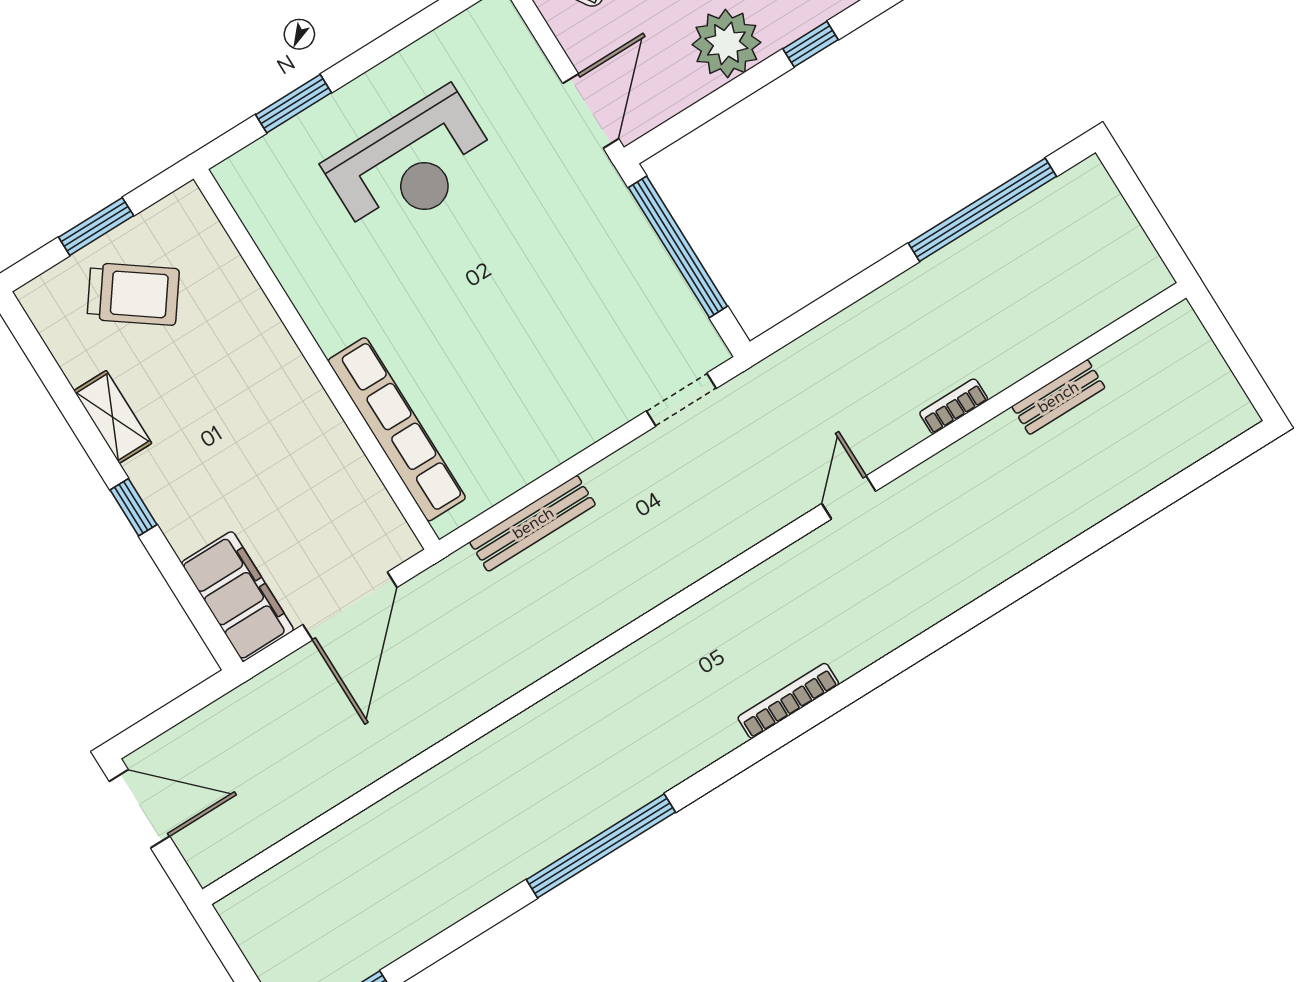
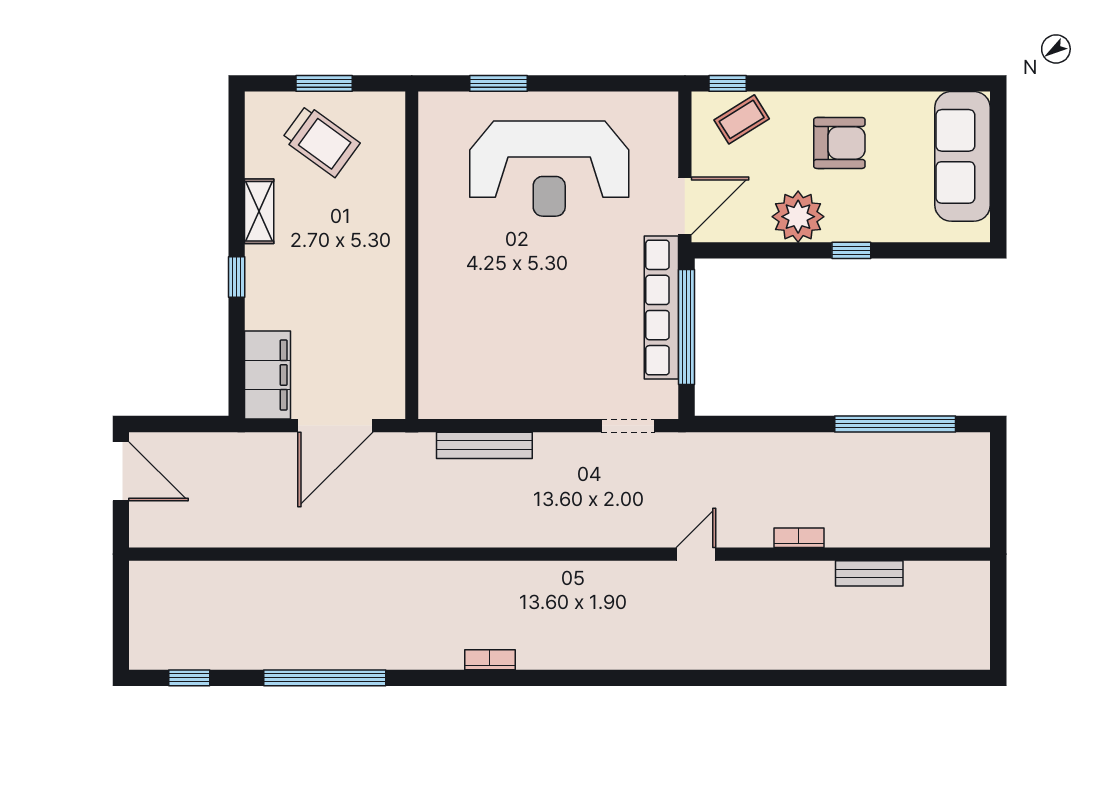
reception desk: (411, 164) -> (549, 169), width x1.36, depth x1.30
row of seats: (397, 429) -> (661, 308), moved, turned 180
bookcase: (788, 701) -> (490, 660), moved, width x0.64
window: (601, 846) -> (325, 678), moved

